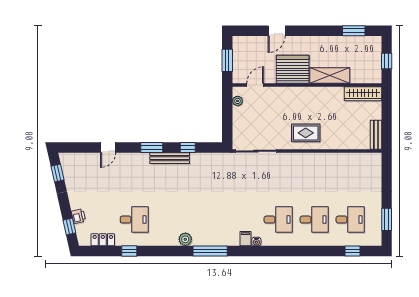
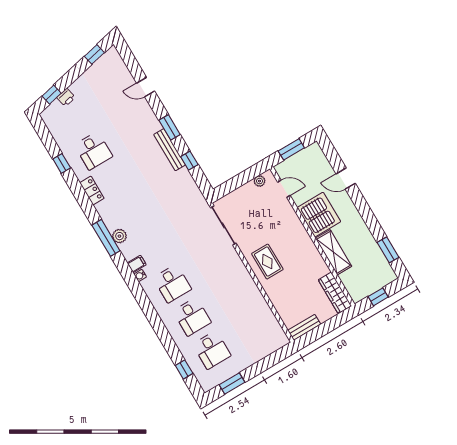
plant: (185, 239) -> (119, 236), moved
locker: (103, 240) -> (92, 191), moved

